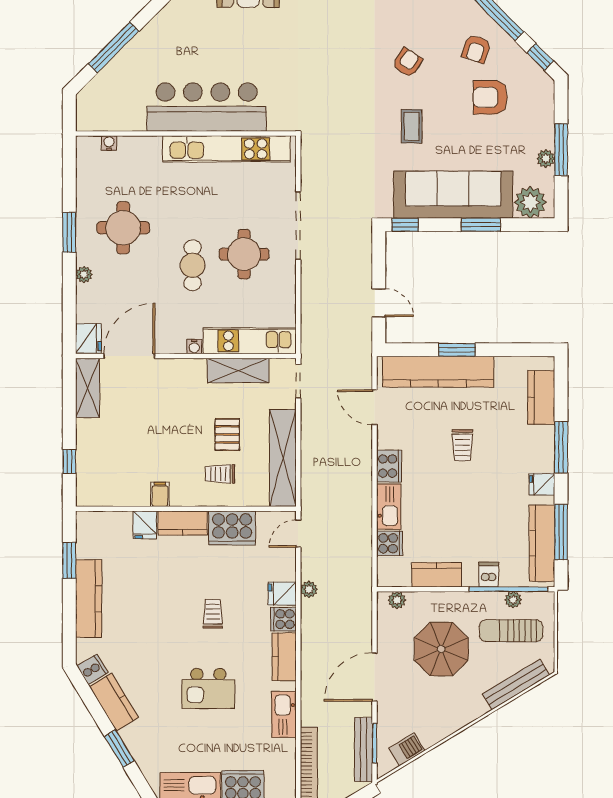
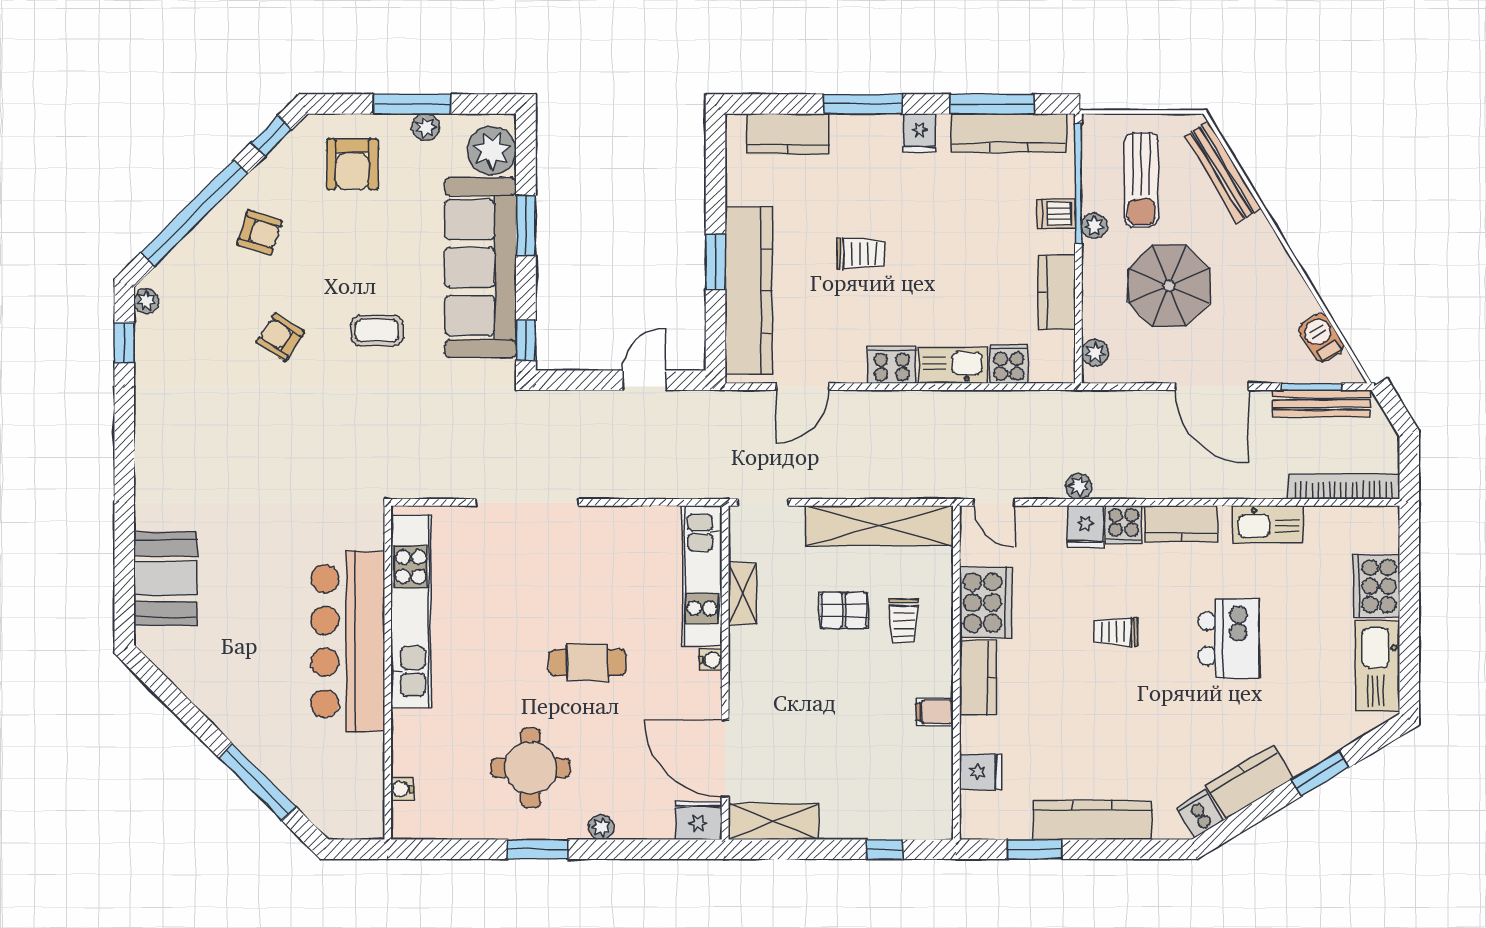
armchair: (490, 97) -> (352, 164), moved
round table: (244, 254) -> (570, 585), removed
shelving: (238, 371) -> (742, 594), width x0.67, depth x0.75
fridge: (145, 525) -> (981, 772), moved
plant: (513, 600) -> (1094, 226), moved

